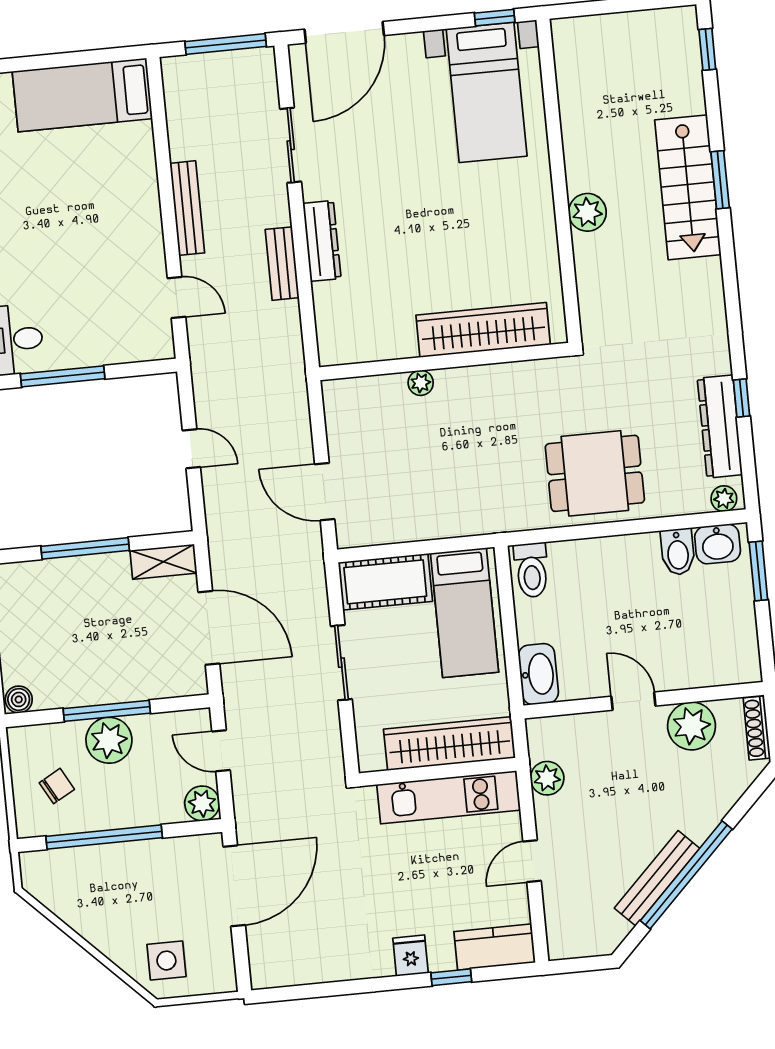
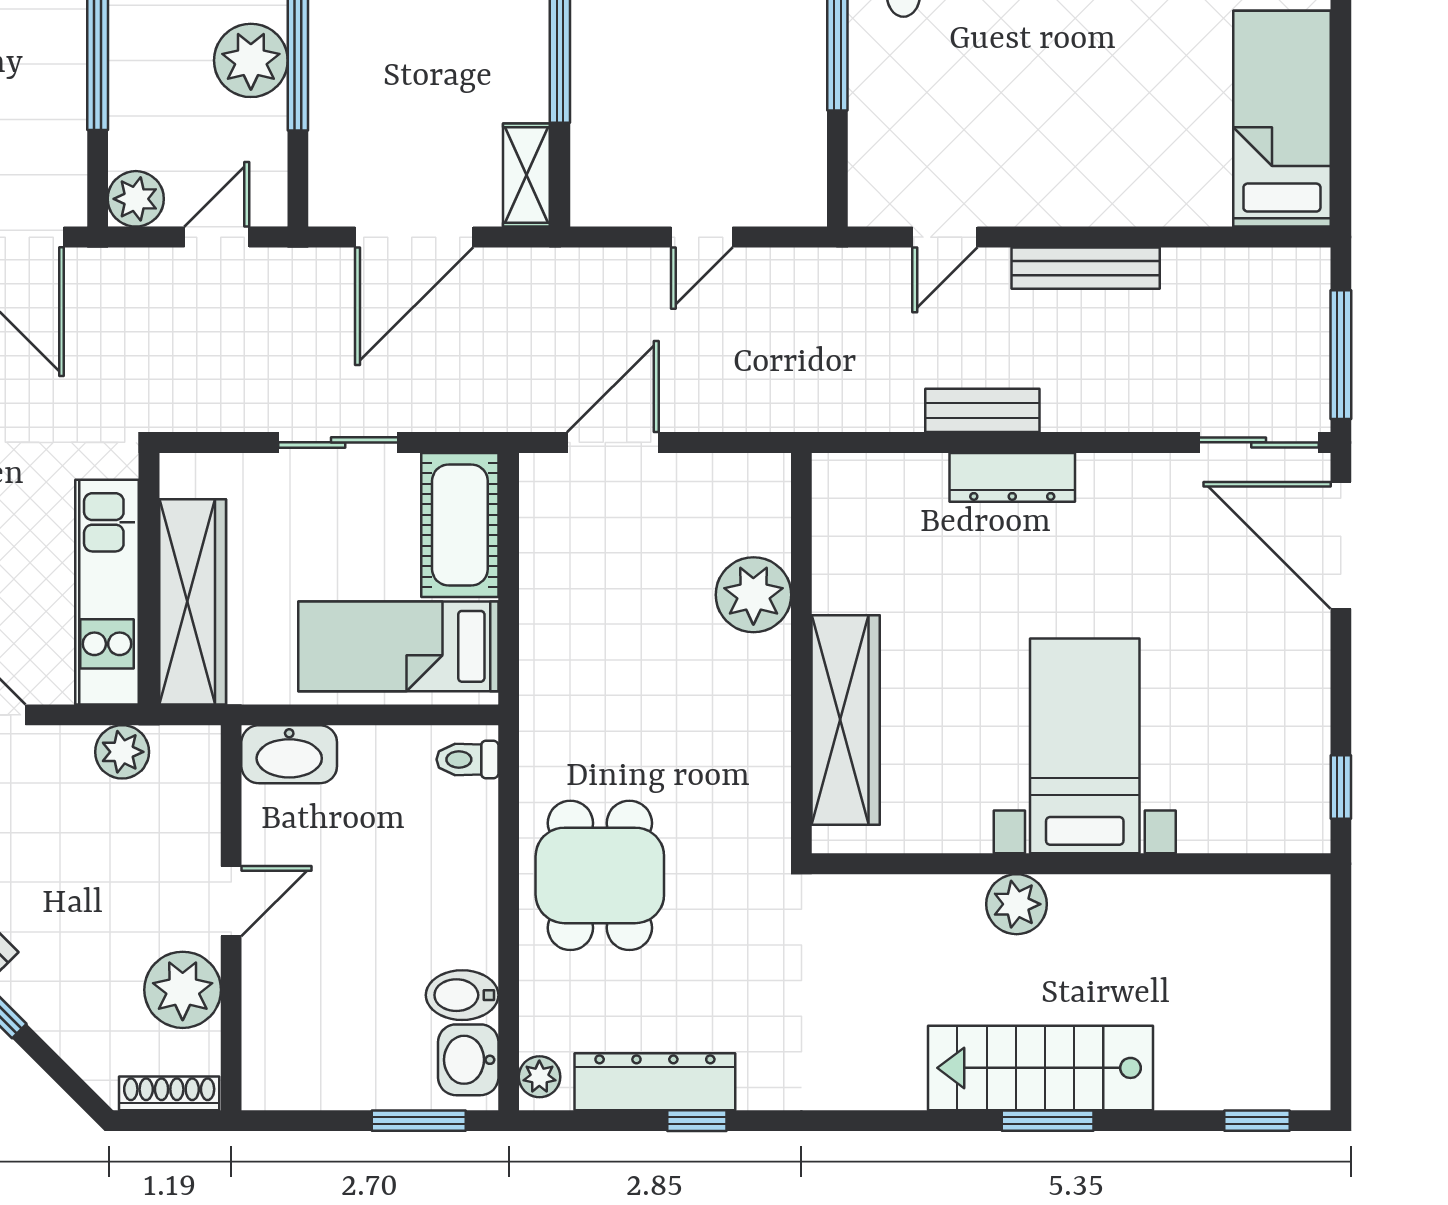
bed with nightstands: (487, 92) -> (1085, 746), moved, turned 90
sliding door: (291, 145) -> (1259, 442), moved
plant: (421, 383) -> (753, 595), width x1.88, depth x1.88
toilet: (532, 570) -> (468, 759), width x0.73, depth x0.72

